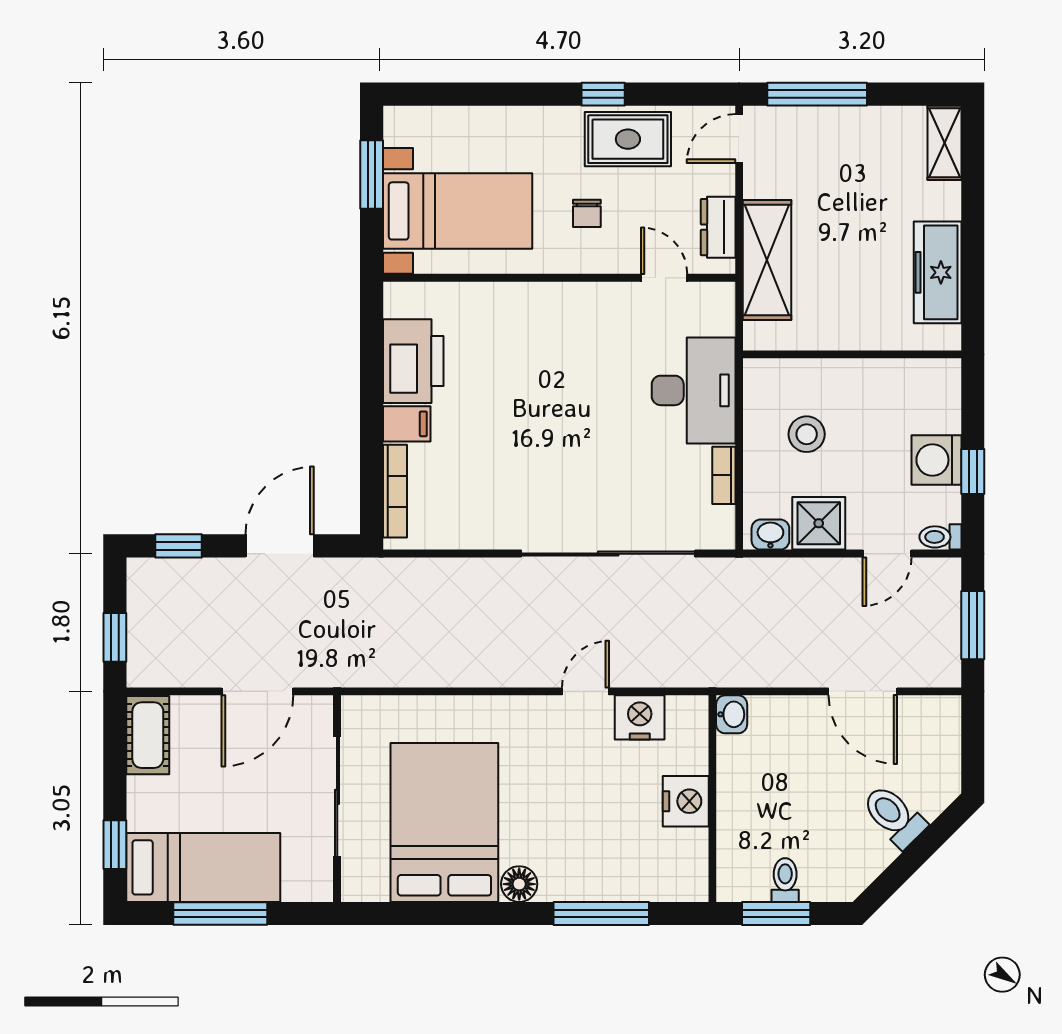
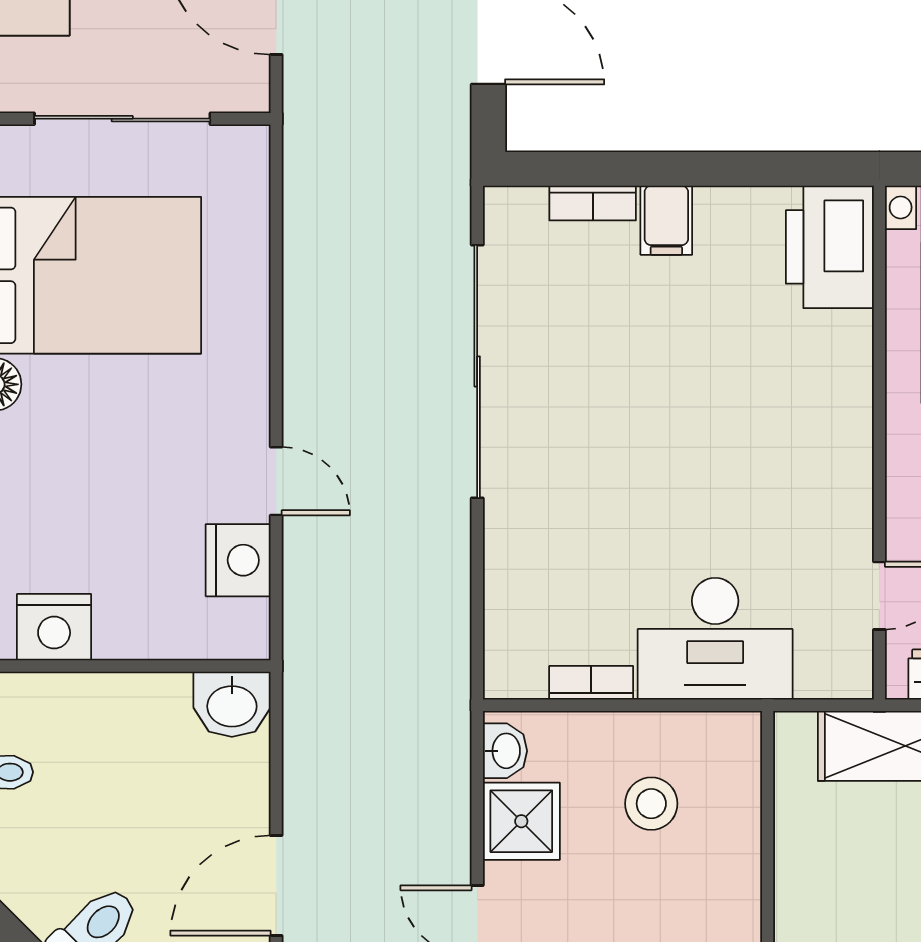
printer: (413, 361) -> (830, 247), moved, turned 90
bookcase: (395, 491) -> (593, 203), width x0.64
sliding door: (608, 554) -> (477, 371), moved
washbasin: (732, 714) -> (232, 704), width x1.38, depth x1.45
nightstand: (686, 801) -> (54, 627), moved

